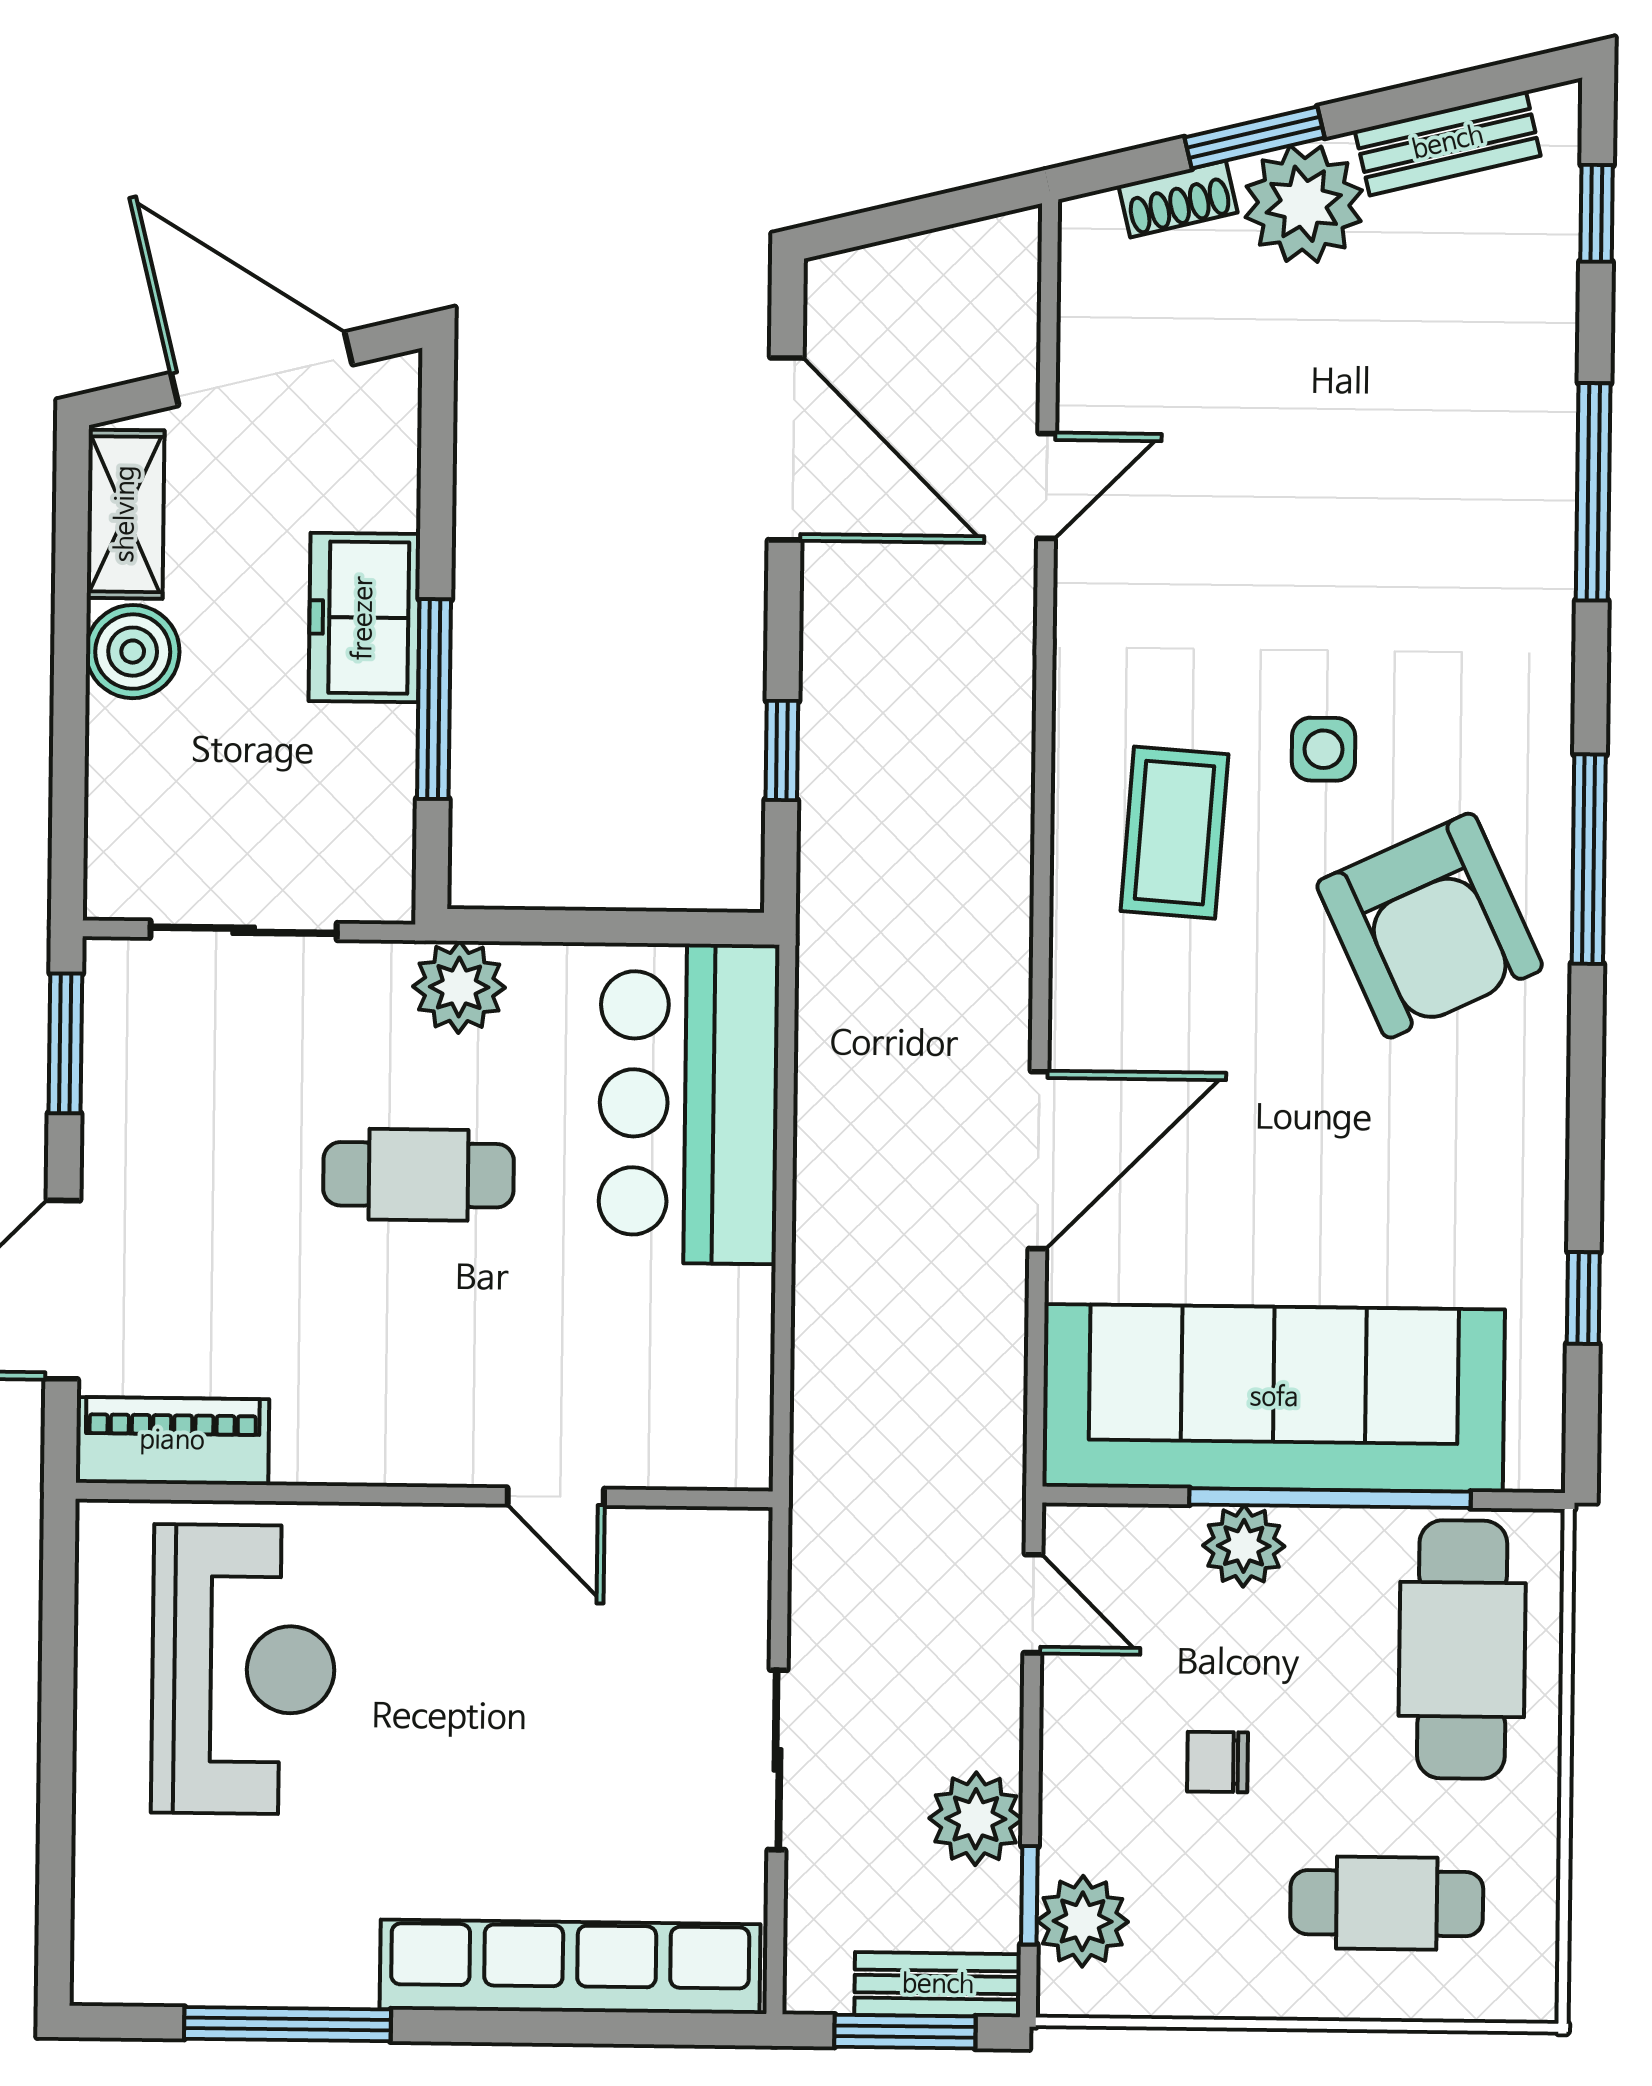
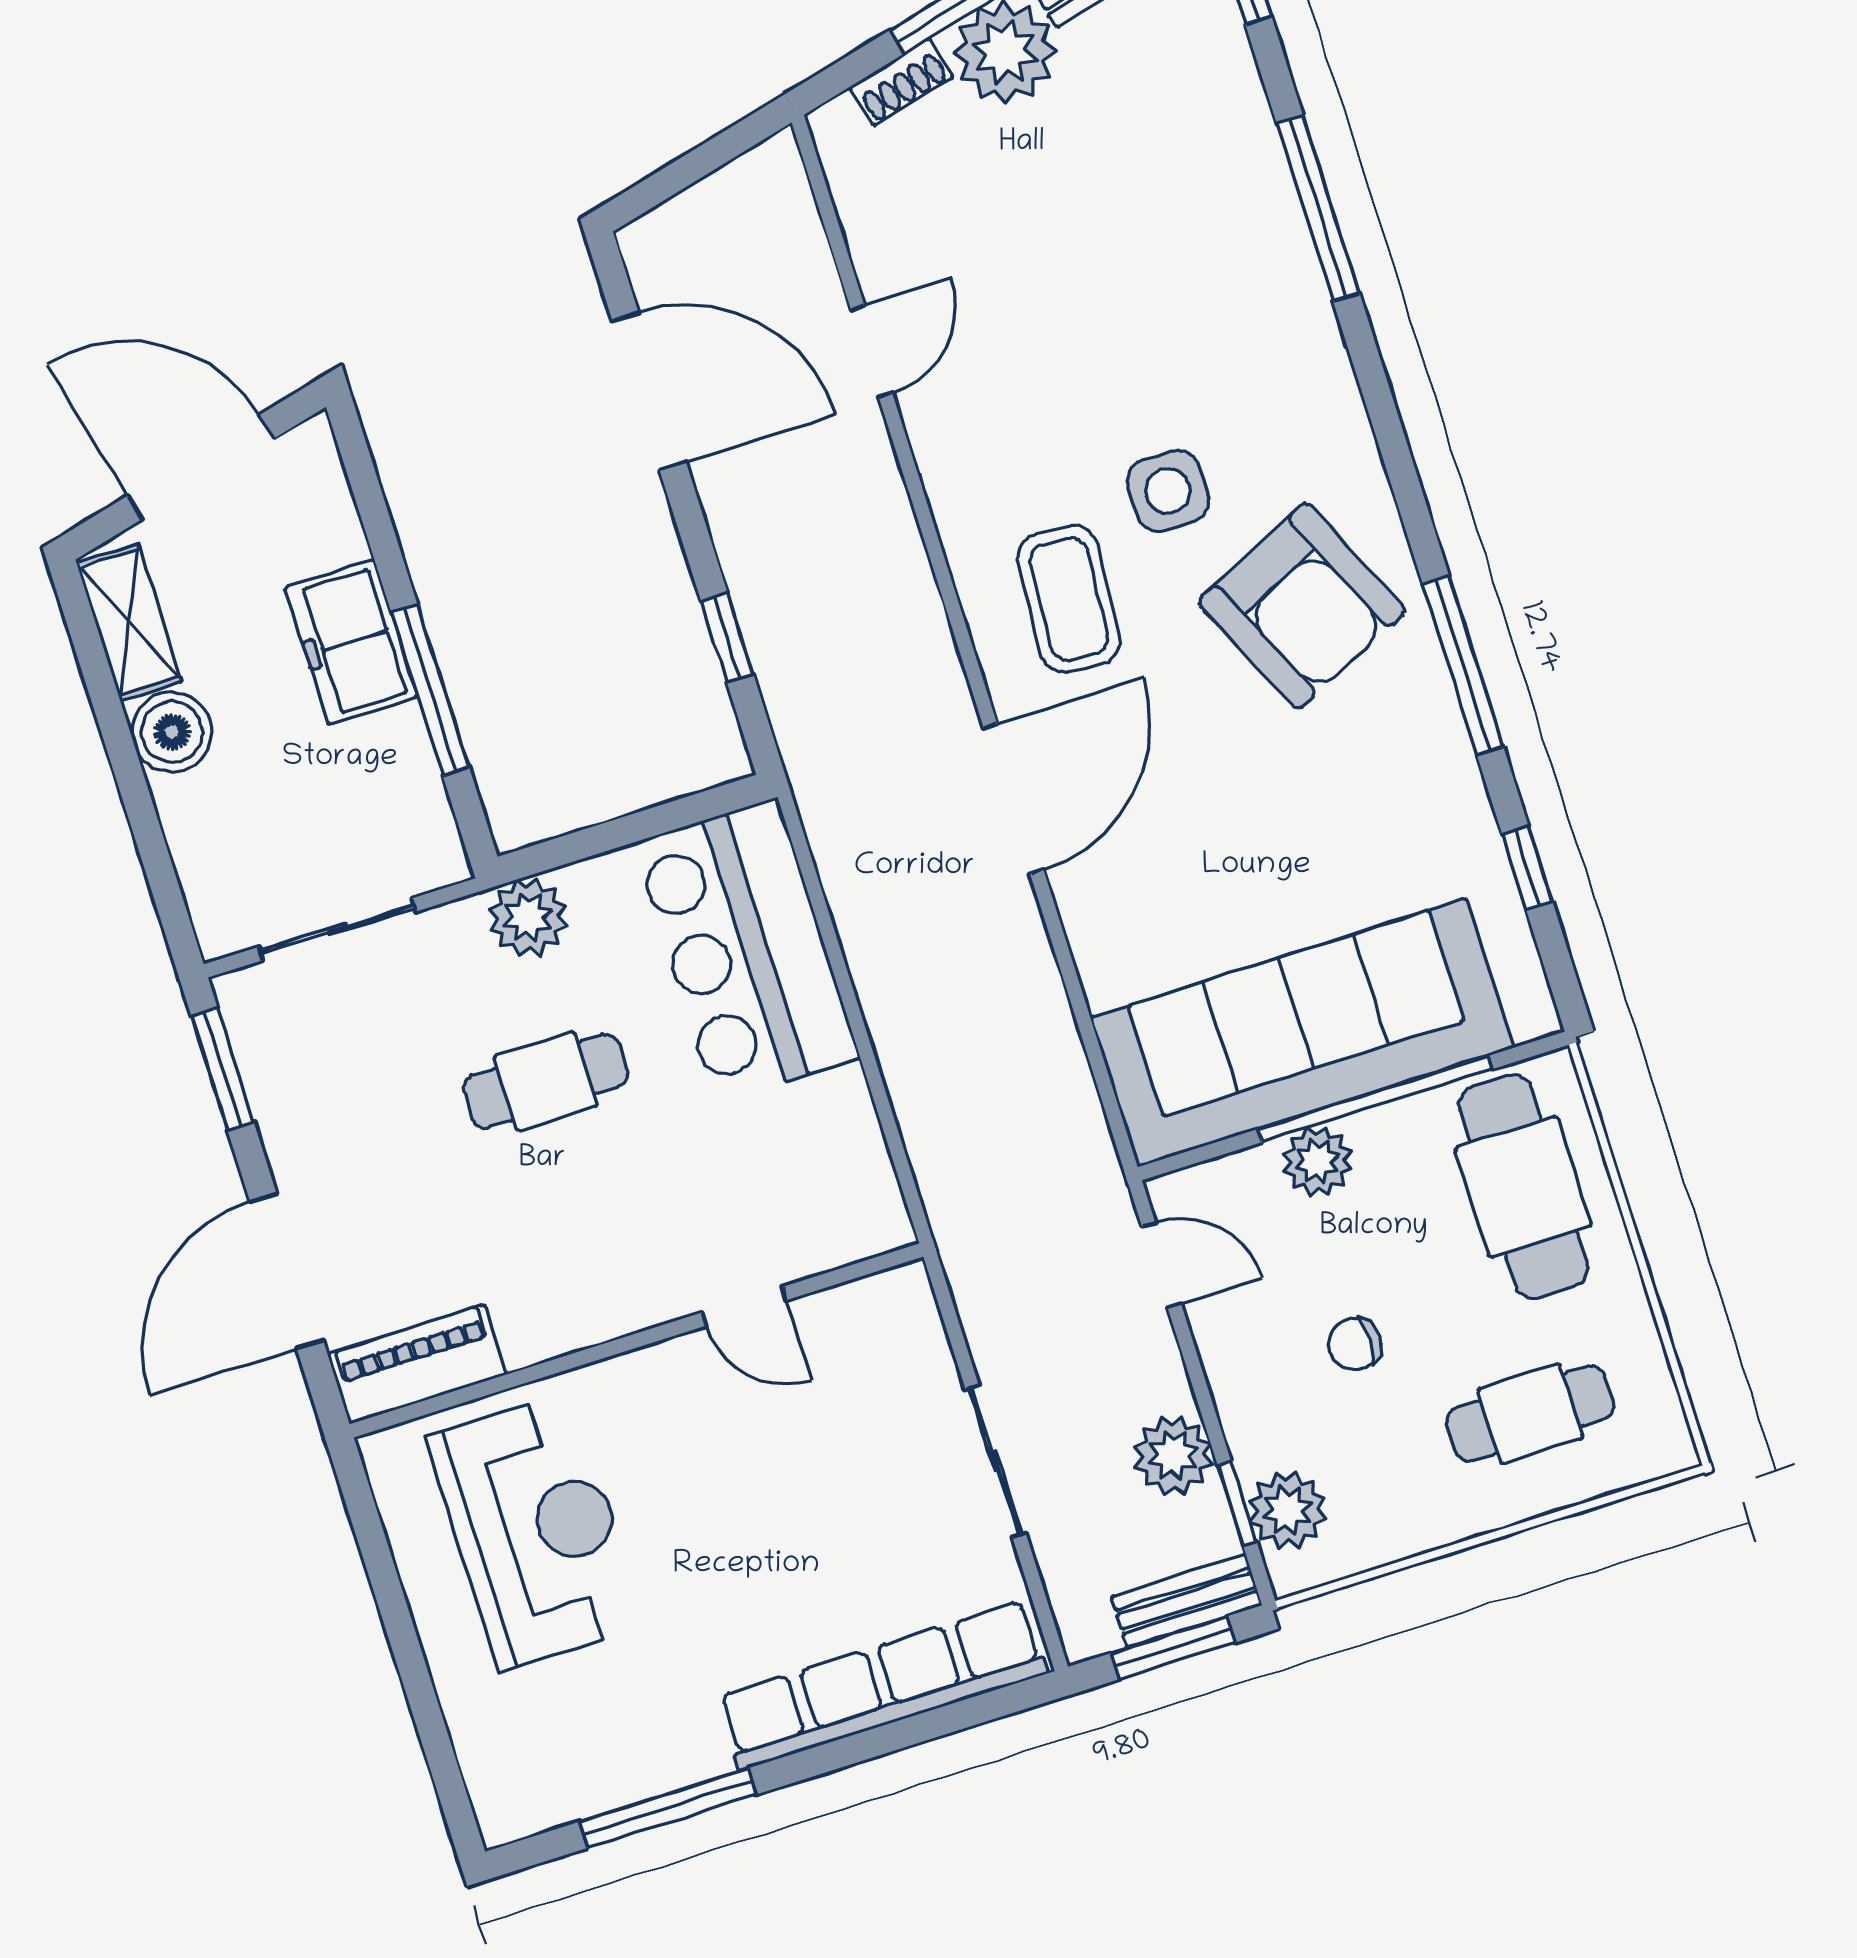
side table: (1324, 749) -> (1168, 491), width x1.37, depth x1.37
window: (1589, 859) -> (1463, 665), moved
door: (1038, 1160) -> (1014, 799), moved

